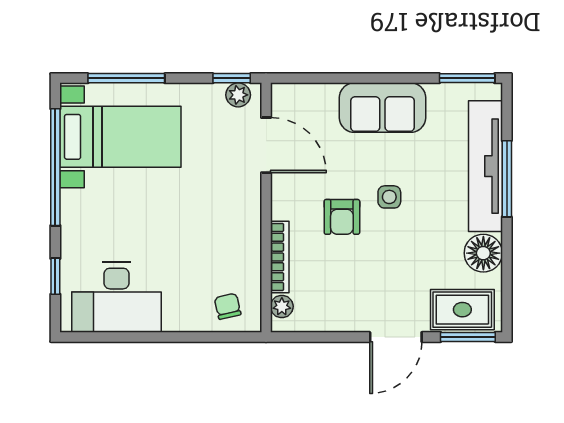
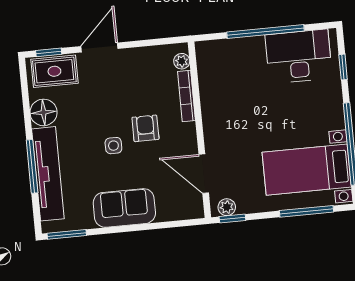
chair: (228, 306) -> (220, 58), removed
window: (160, 337) -> (265, 31), added
window: (468, 337) -> (49, 52), width x0.67

